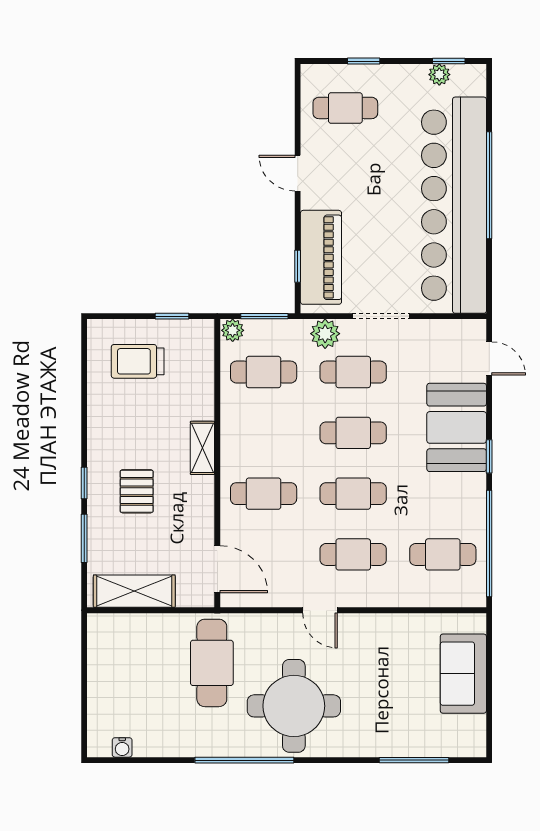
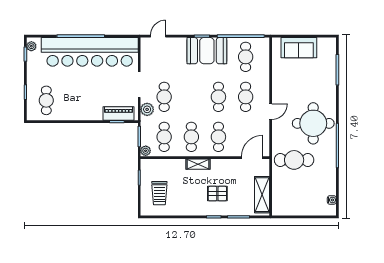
plant: (439, 75) -> (31, 46), moved
door: (298, 173) -> (75, 122), removed
piano: (321, 257) -> (119, 113), width x0.73, depth x0.75
booth: (457, 427) -> (207, 51), moved
cafe table: (353, 433) -> (191, 137), moved

